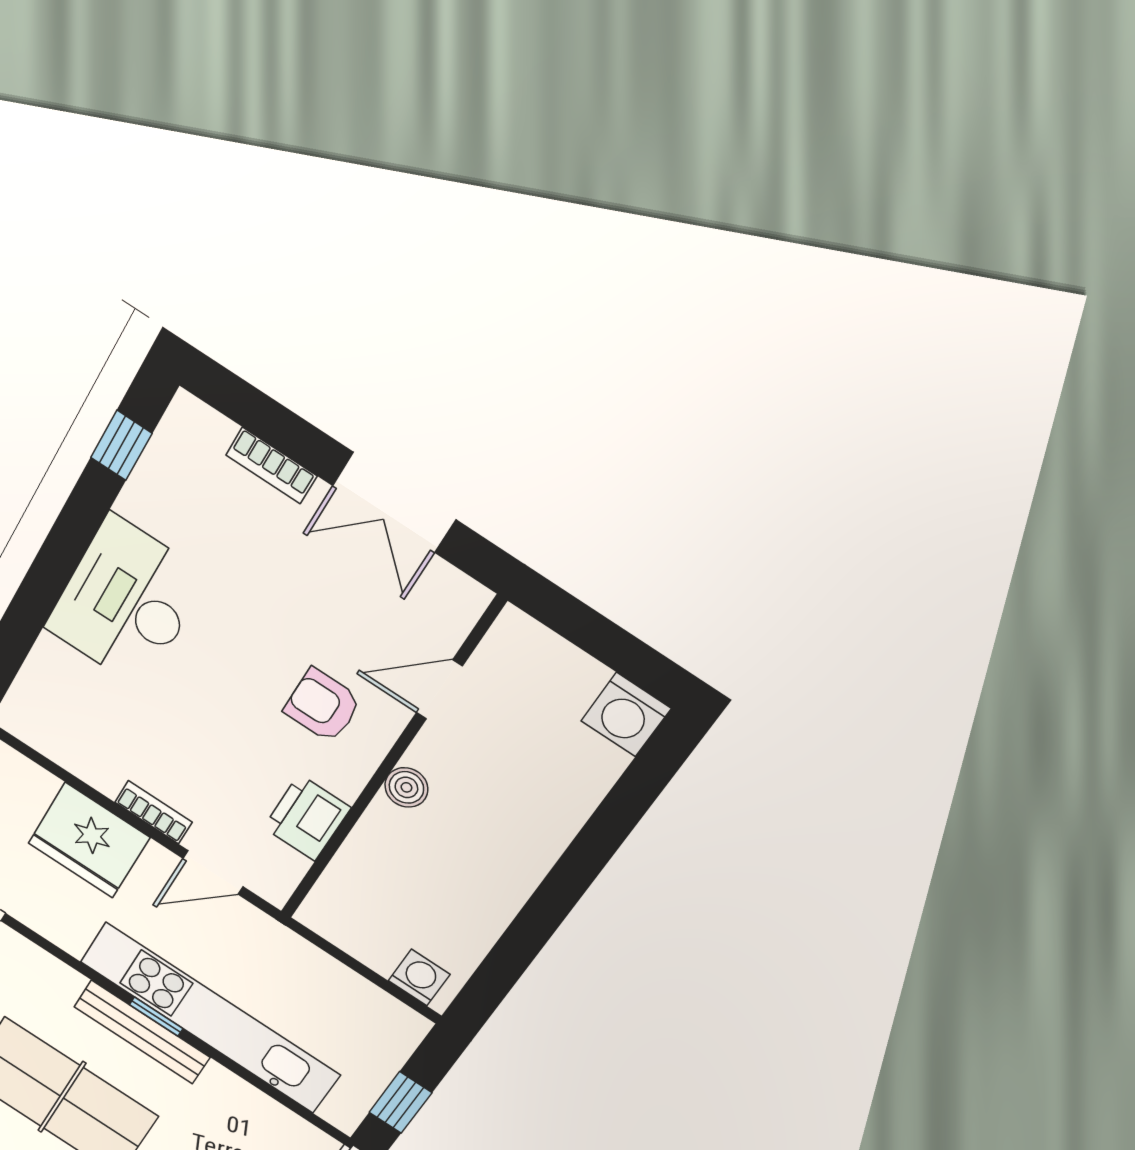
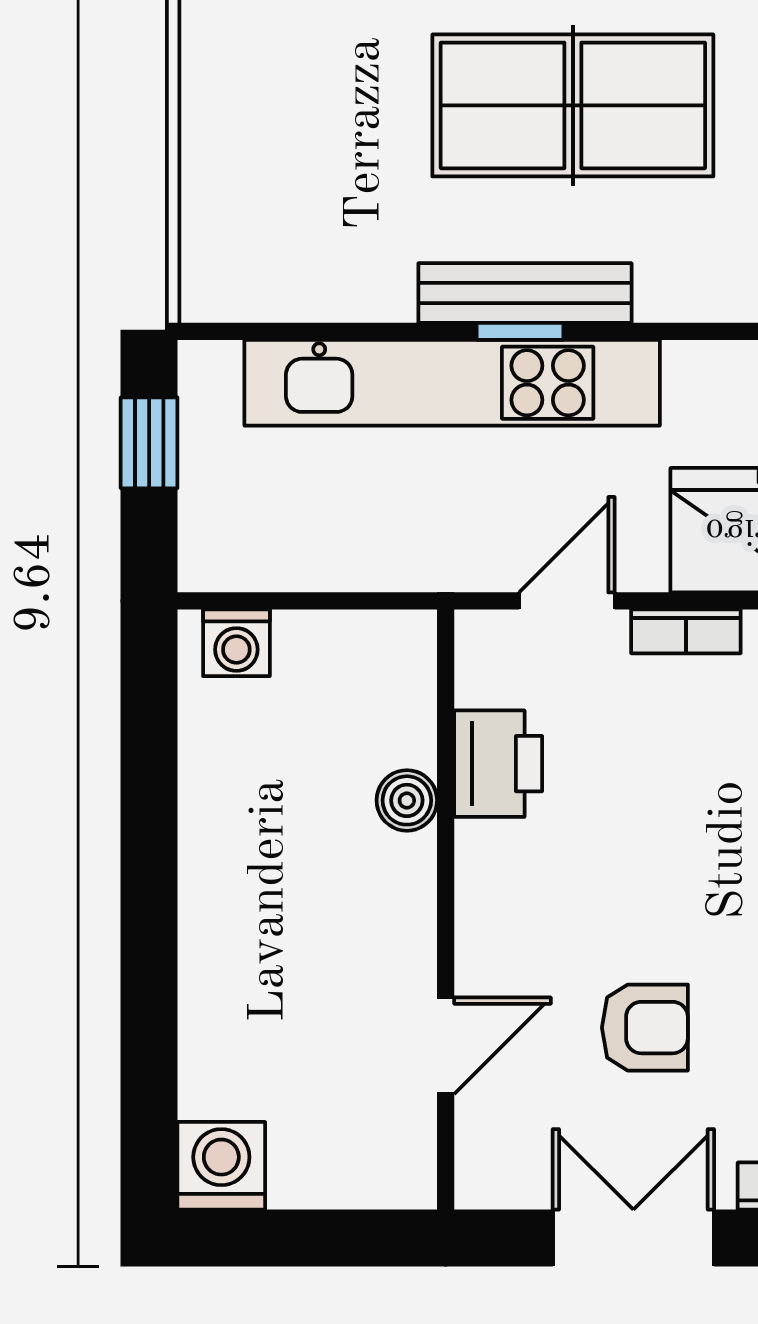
armchair: (323, 705) -> (645, 1028), moved
boiler: (406, 787) -> (407, 800), moved

